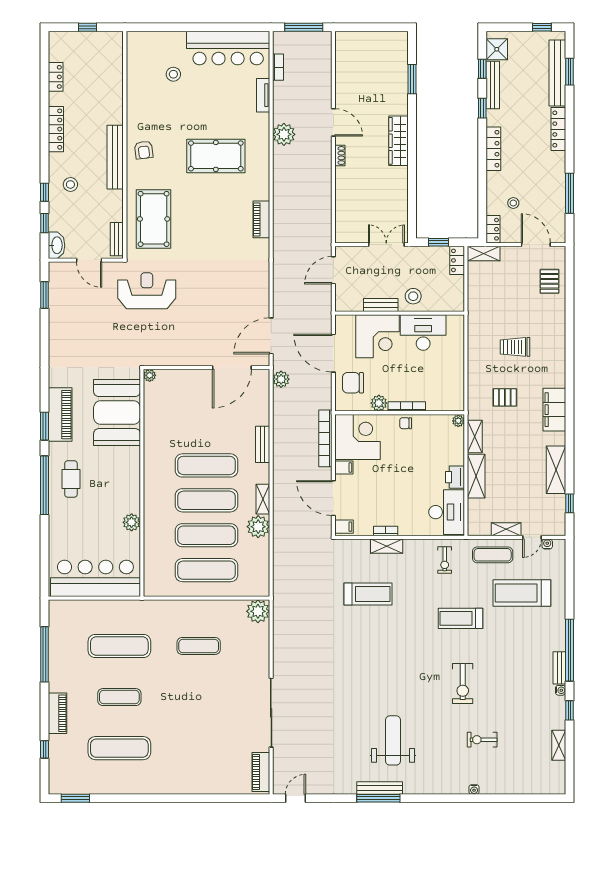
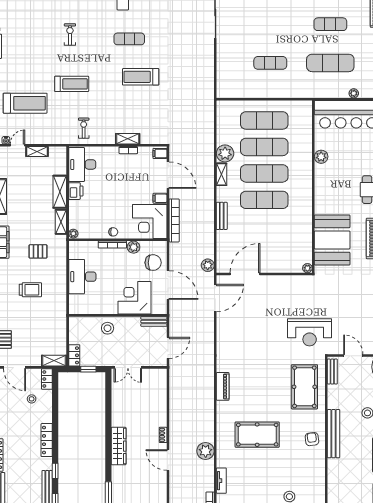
bench: (381, 305) -> (154, 322), moved
desk: (423, 333) -> (82, 277), moved, turned 90
exercise mat: (493, 555) -> (129, 39), moved
treadmill: (368, 594) -> (141, 77), moved
plant: (258, 611) -> (354, 93), moved, width x0.53, depth x0.53
exercise bike: (463, 684) -> (70, 34), width x0.73, depth x0.72

